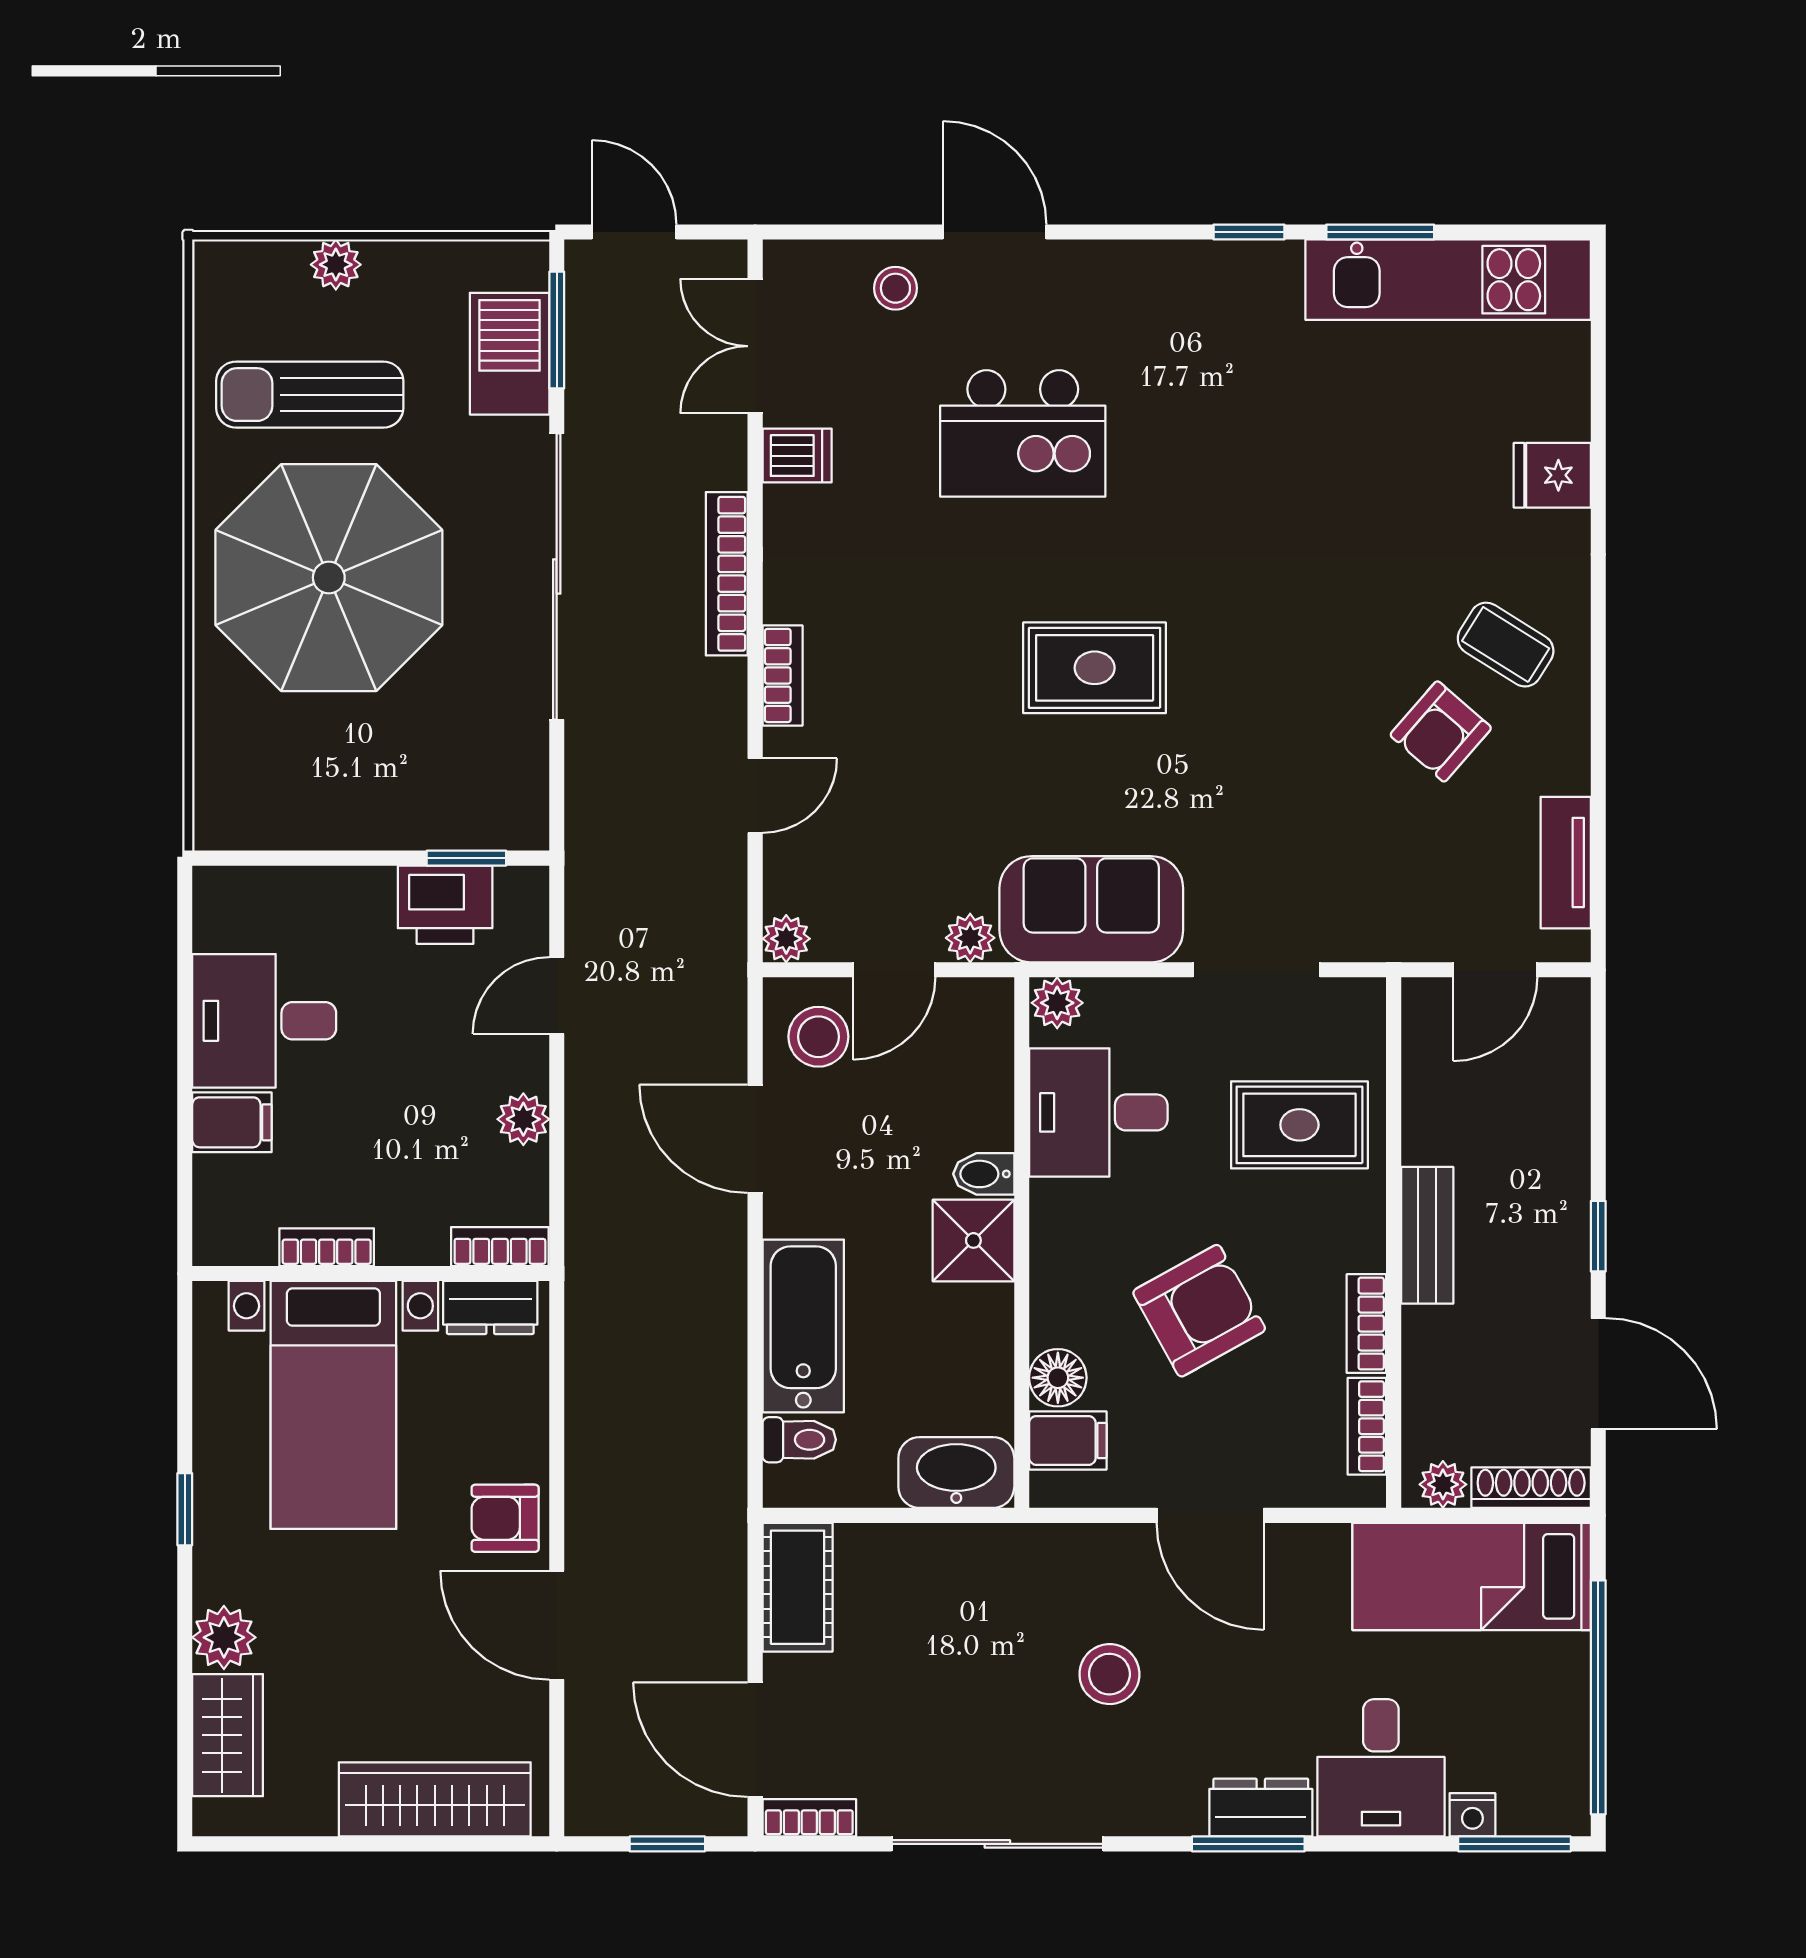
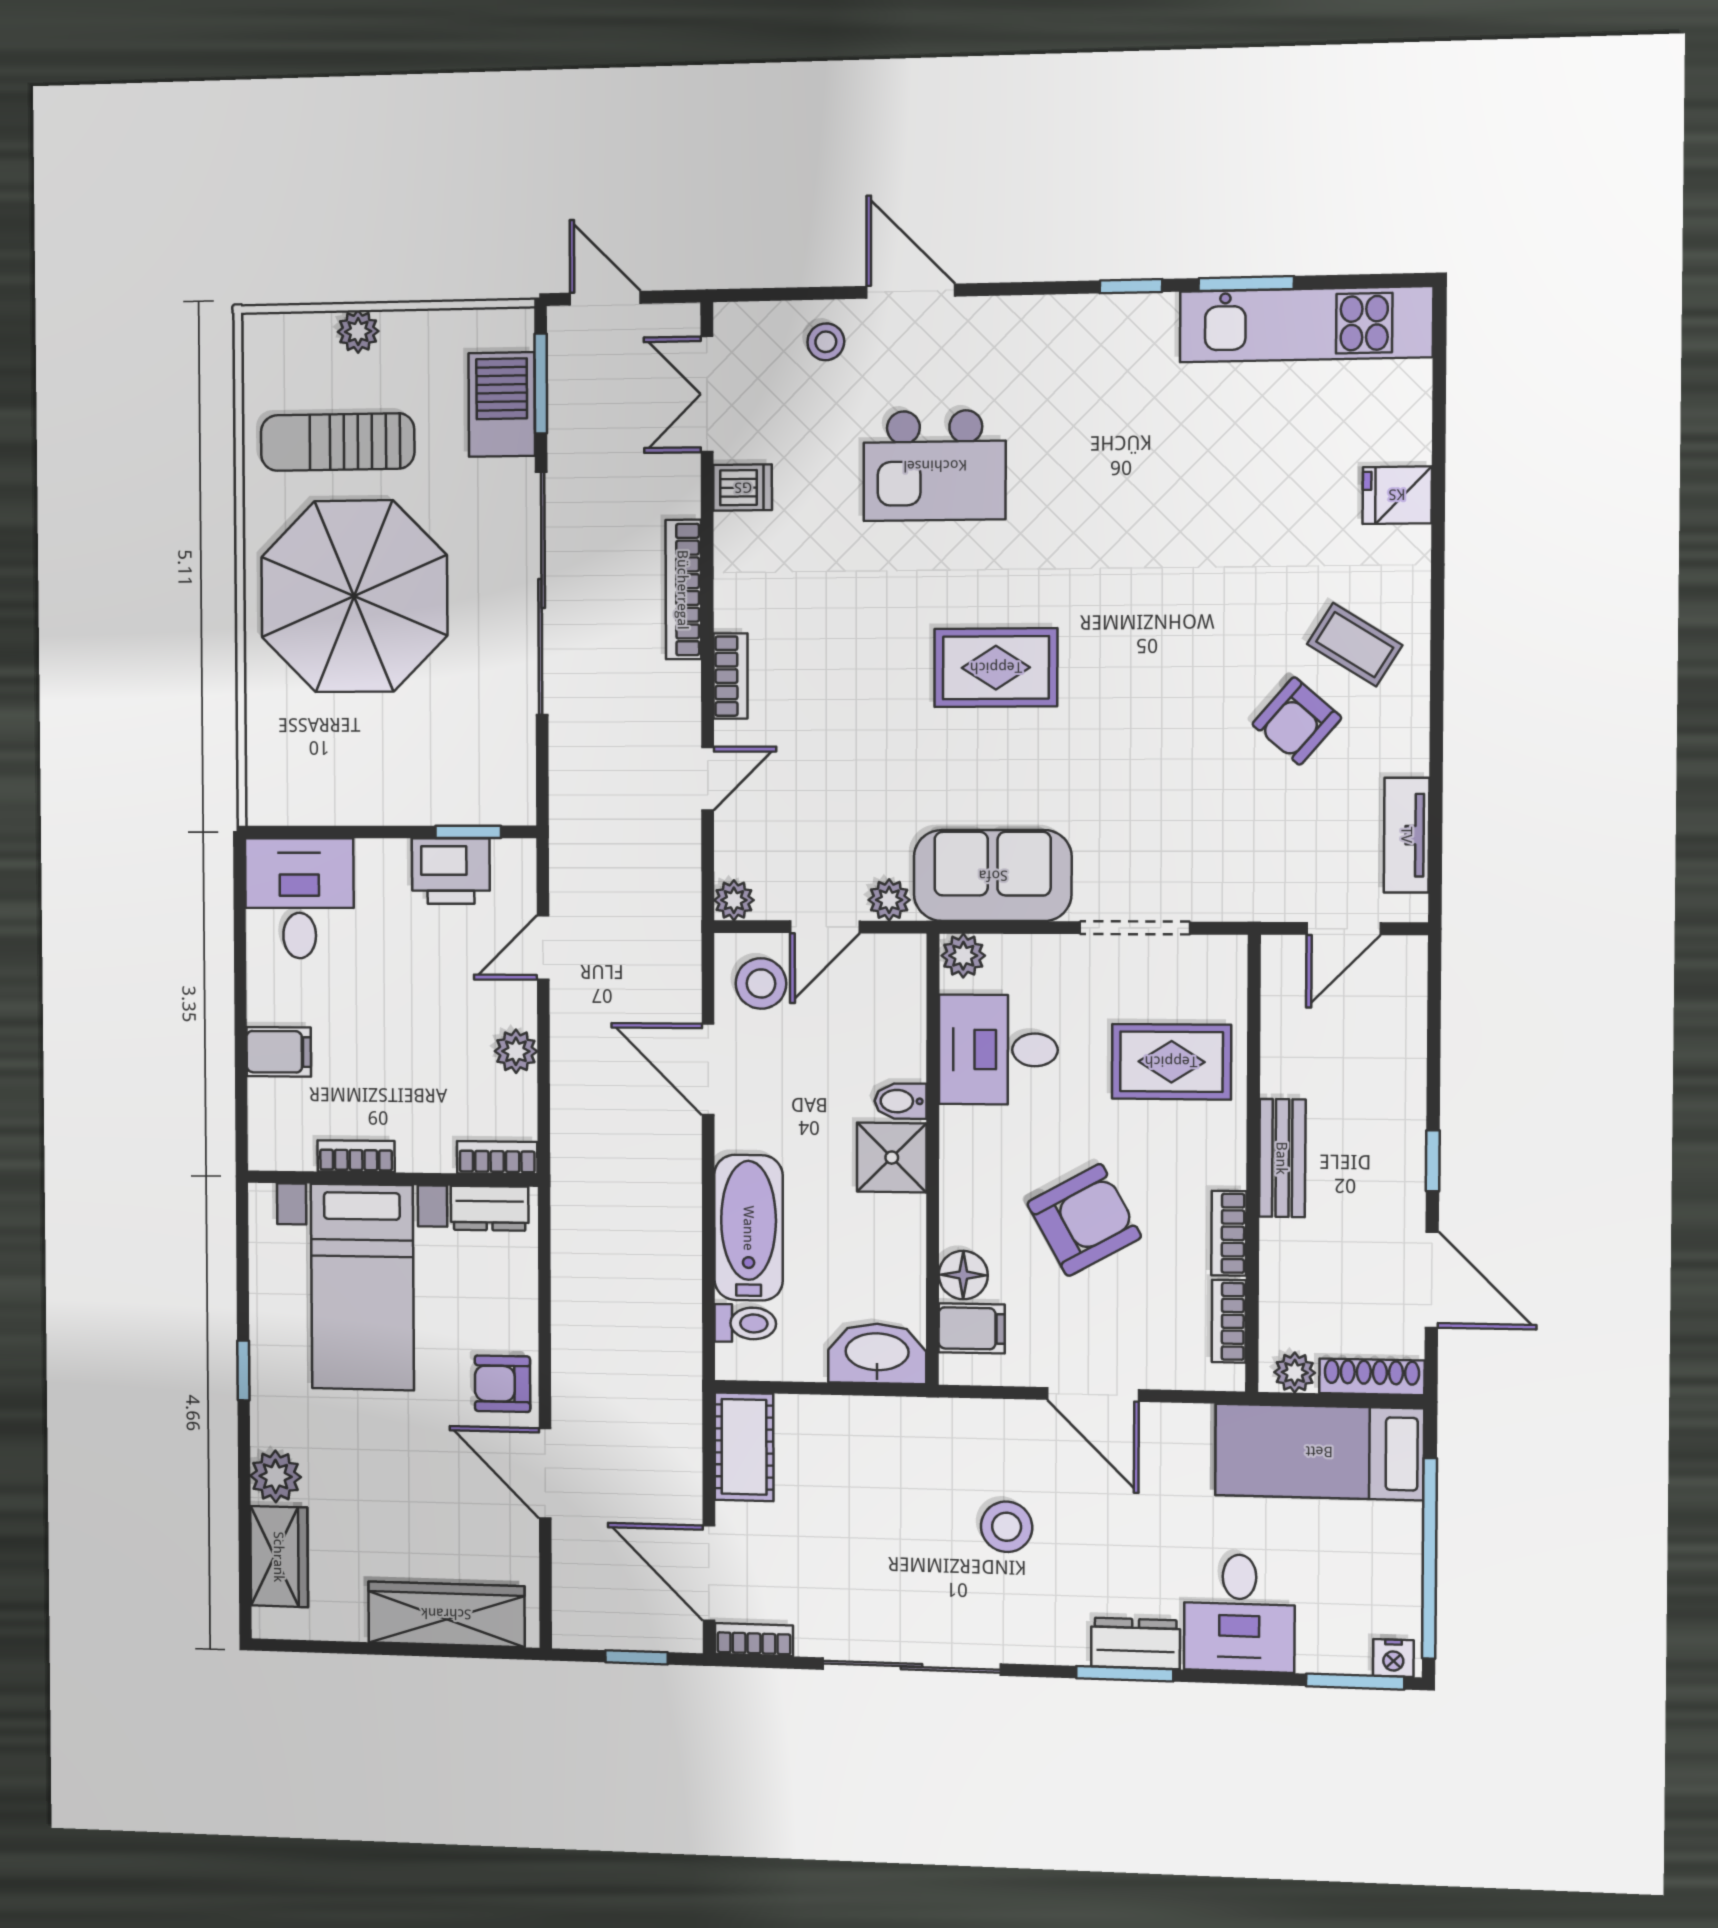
desk: (264, 1021) -> (299, 898), moved, turned 90
nightstand: (1472, 1815) -> (1393, 1658), moved

